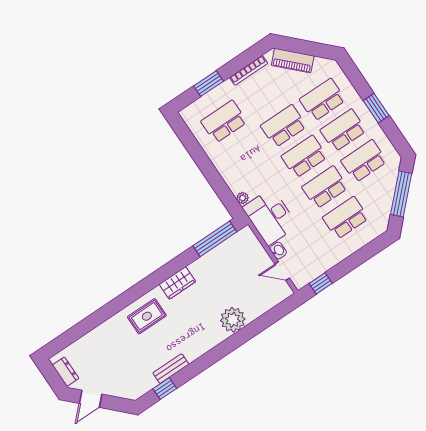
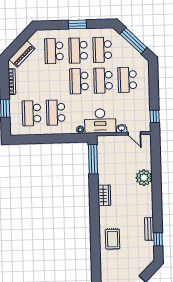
school desk: (284, 126) -> (56, 113), moved
door: (282, 271) -> (134, 133), hinge flipped
rug: (147, 316) -> (113, 239), moved

